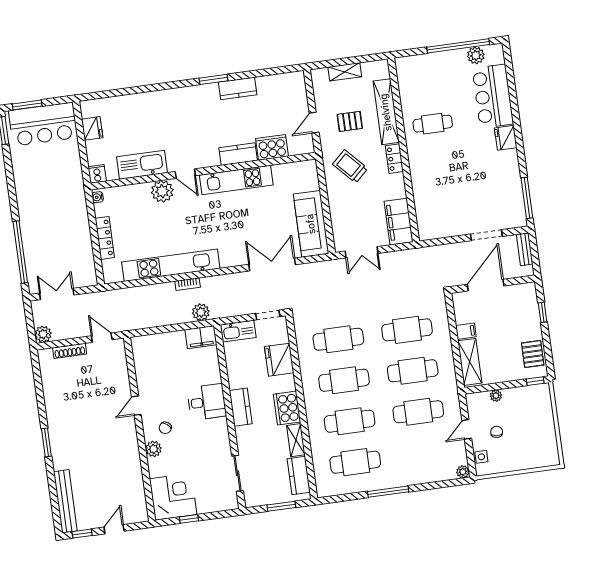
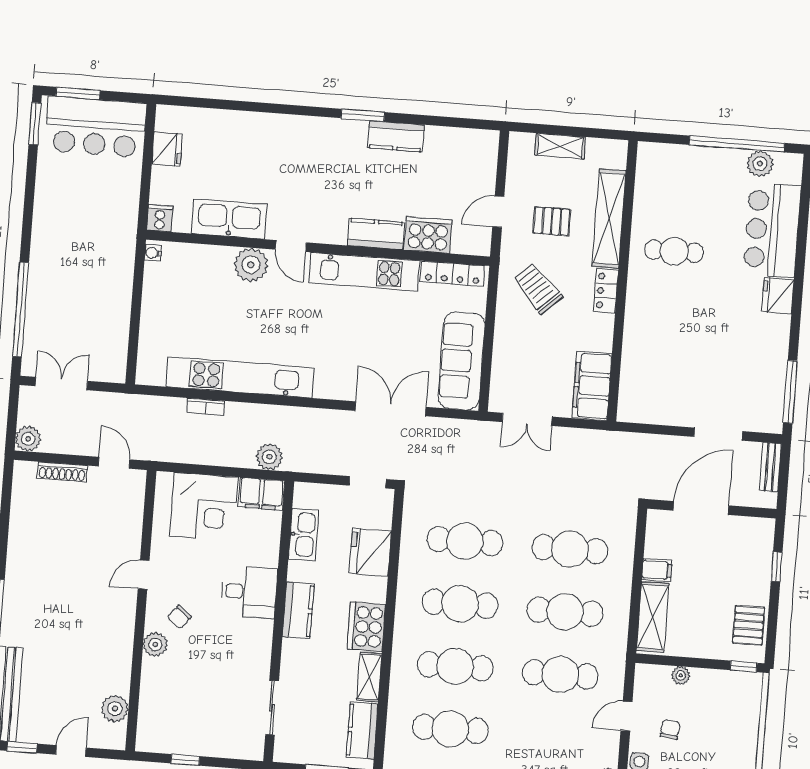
locker: (105, 238) -> (452, 274), moved, turned 90
bookcase: (188, 284) -> (206, 407), moved
kitchen sink: (238, 331) -> (304, 535), moved, turned -90
plant: (136, 496) -> (115, 708), added
corner desk: (173, 497) -> (204, 507), moved, turned 90

